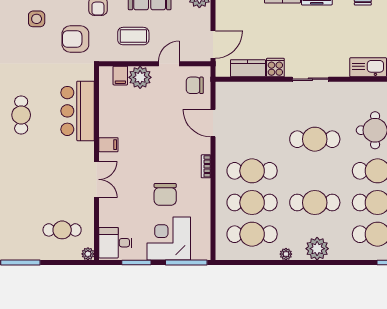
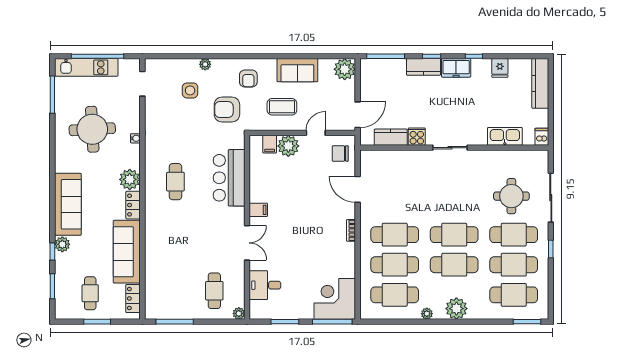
cafe table: (315, 139) -> (454, 235), moved
chair: (165, 194) -> (312, 257), removed
cafe table: (62, 230) -> (214, 291), turned 90
corner desk: (169, 238) -> (335, 299), moved
desk: (115, 243) -> (265, 285), moved

